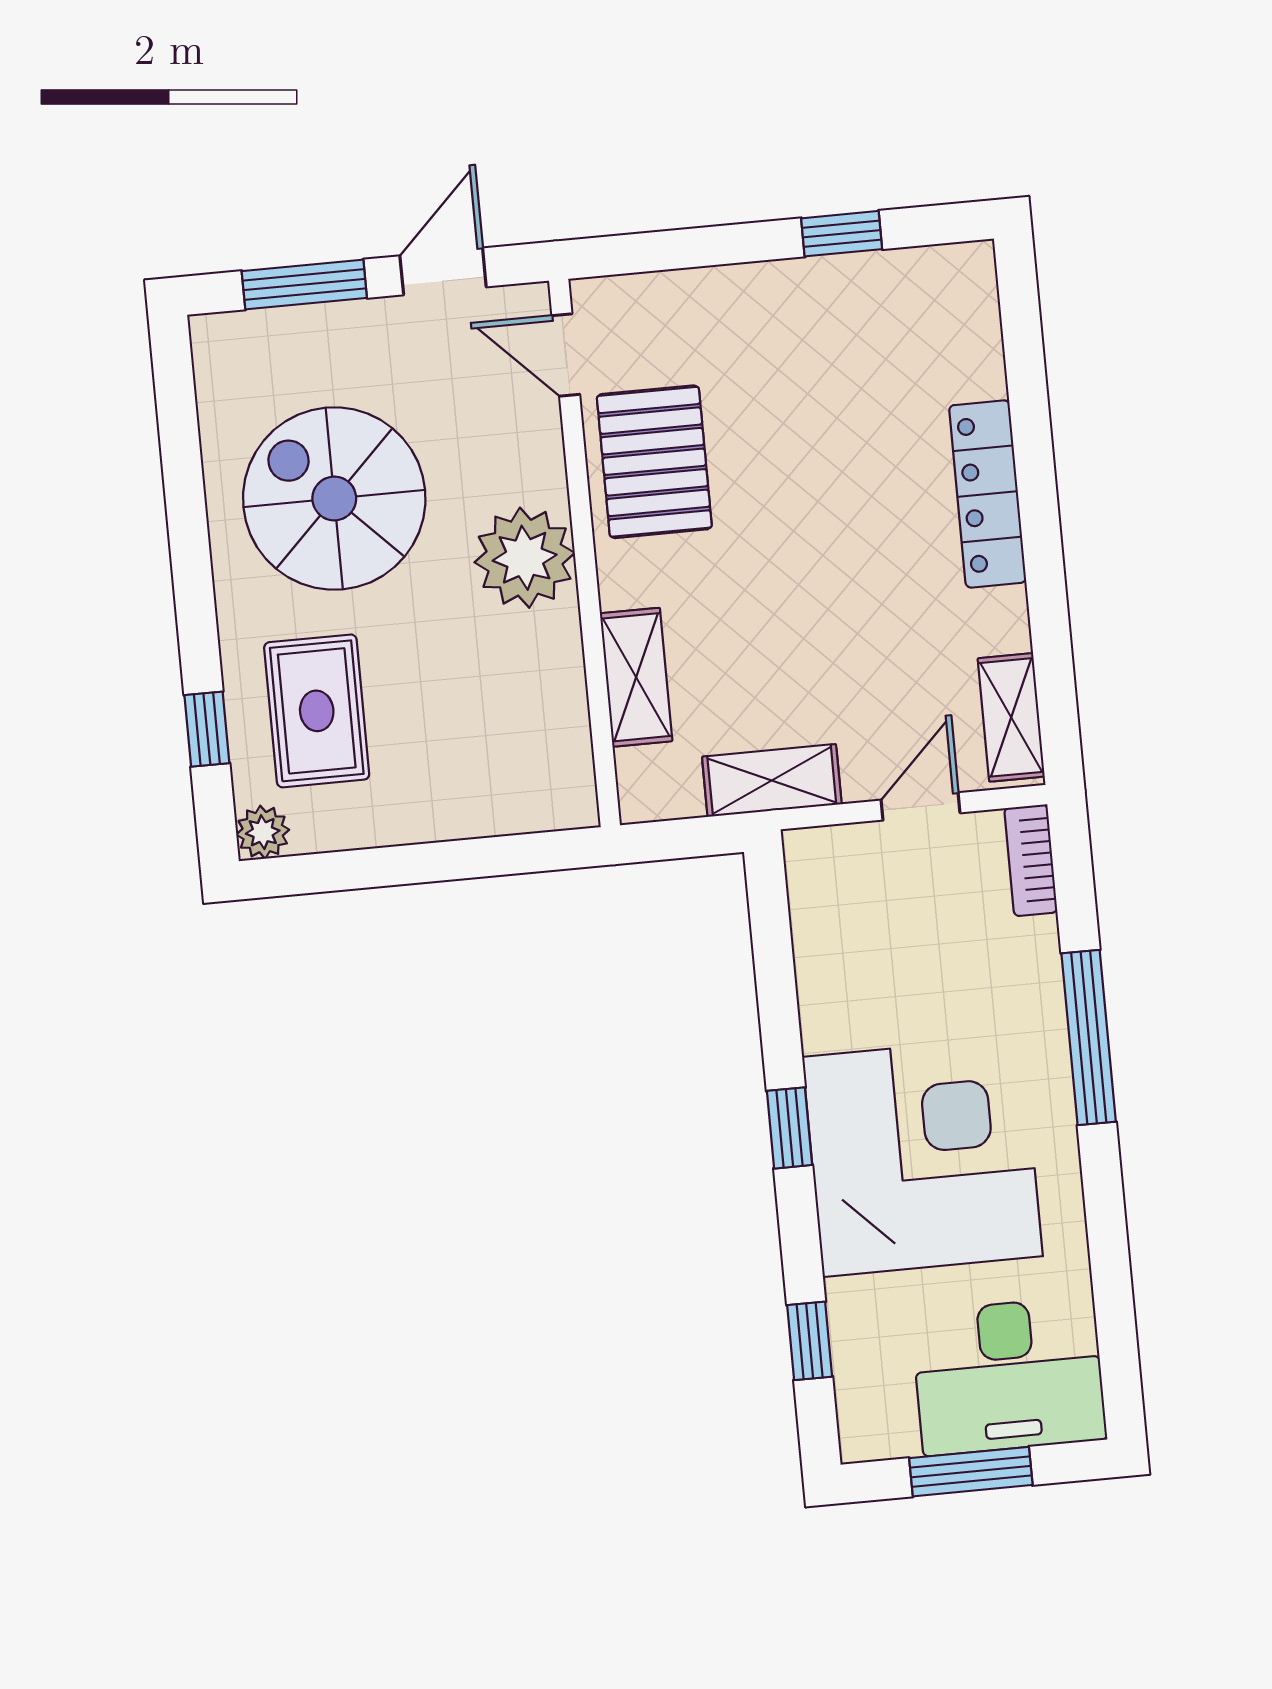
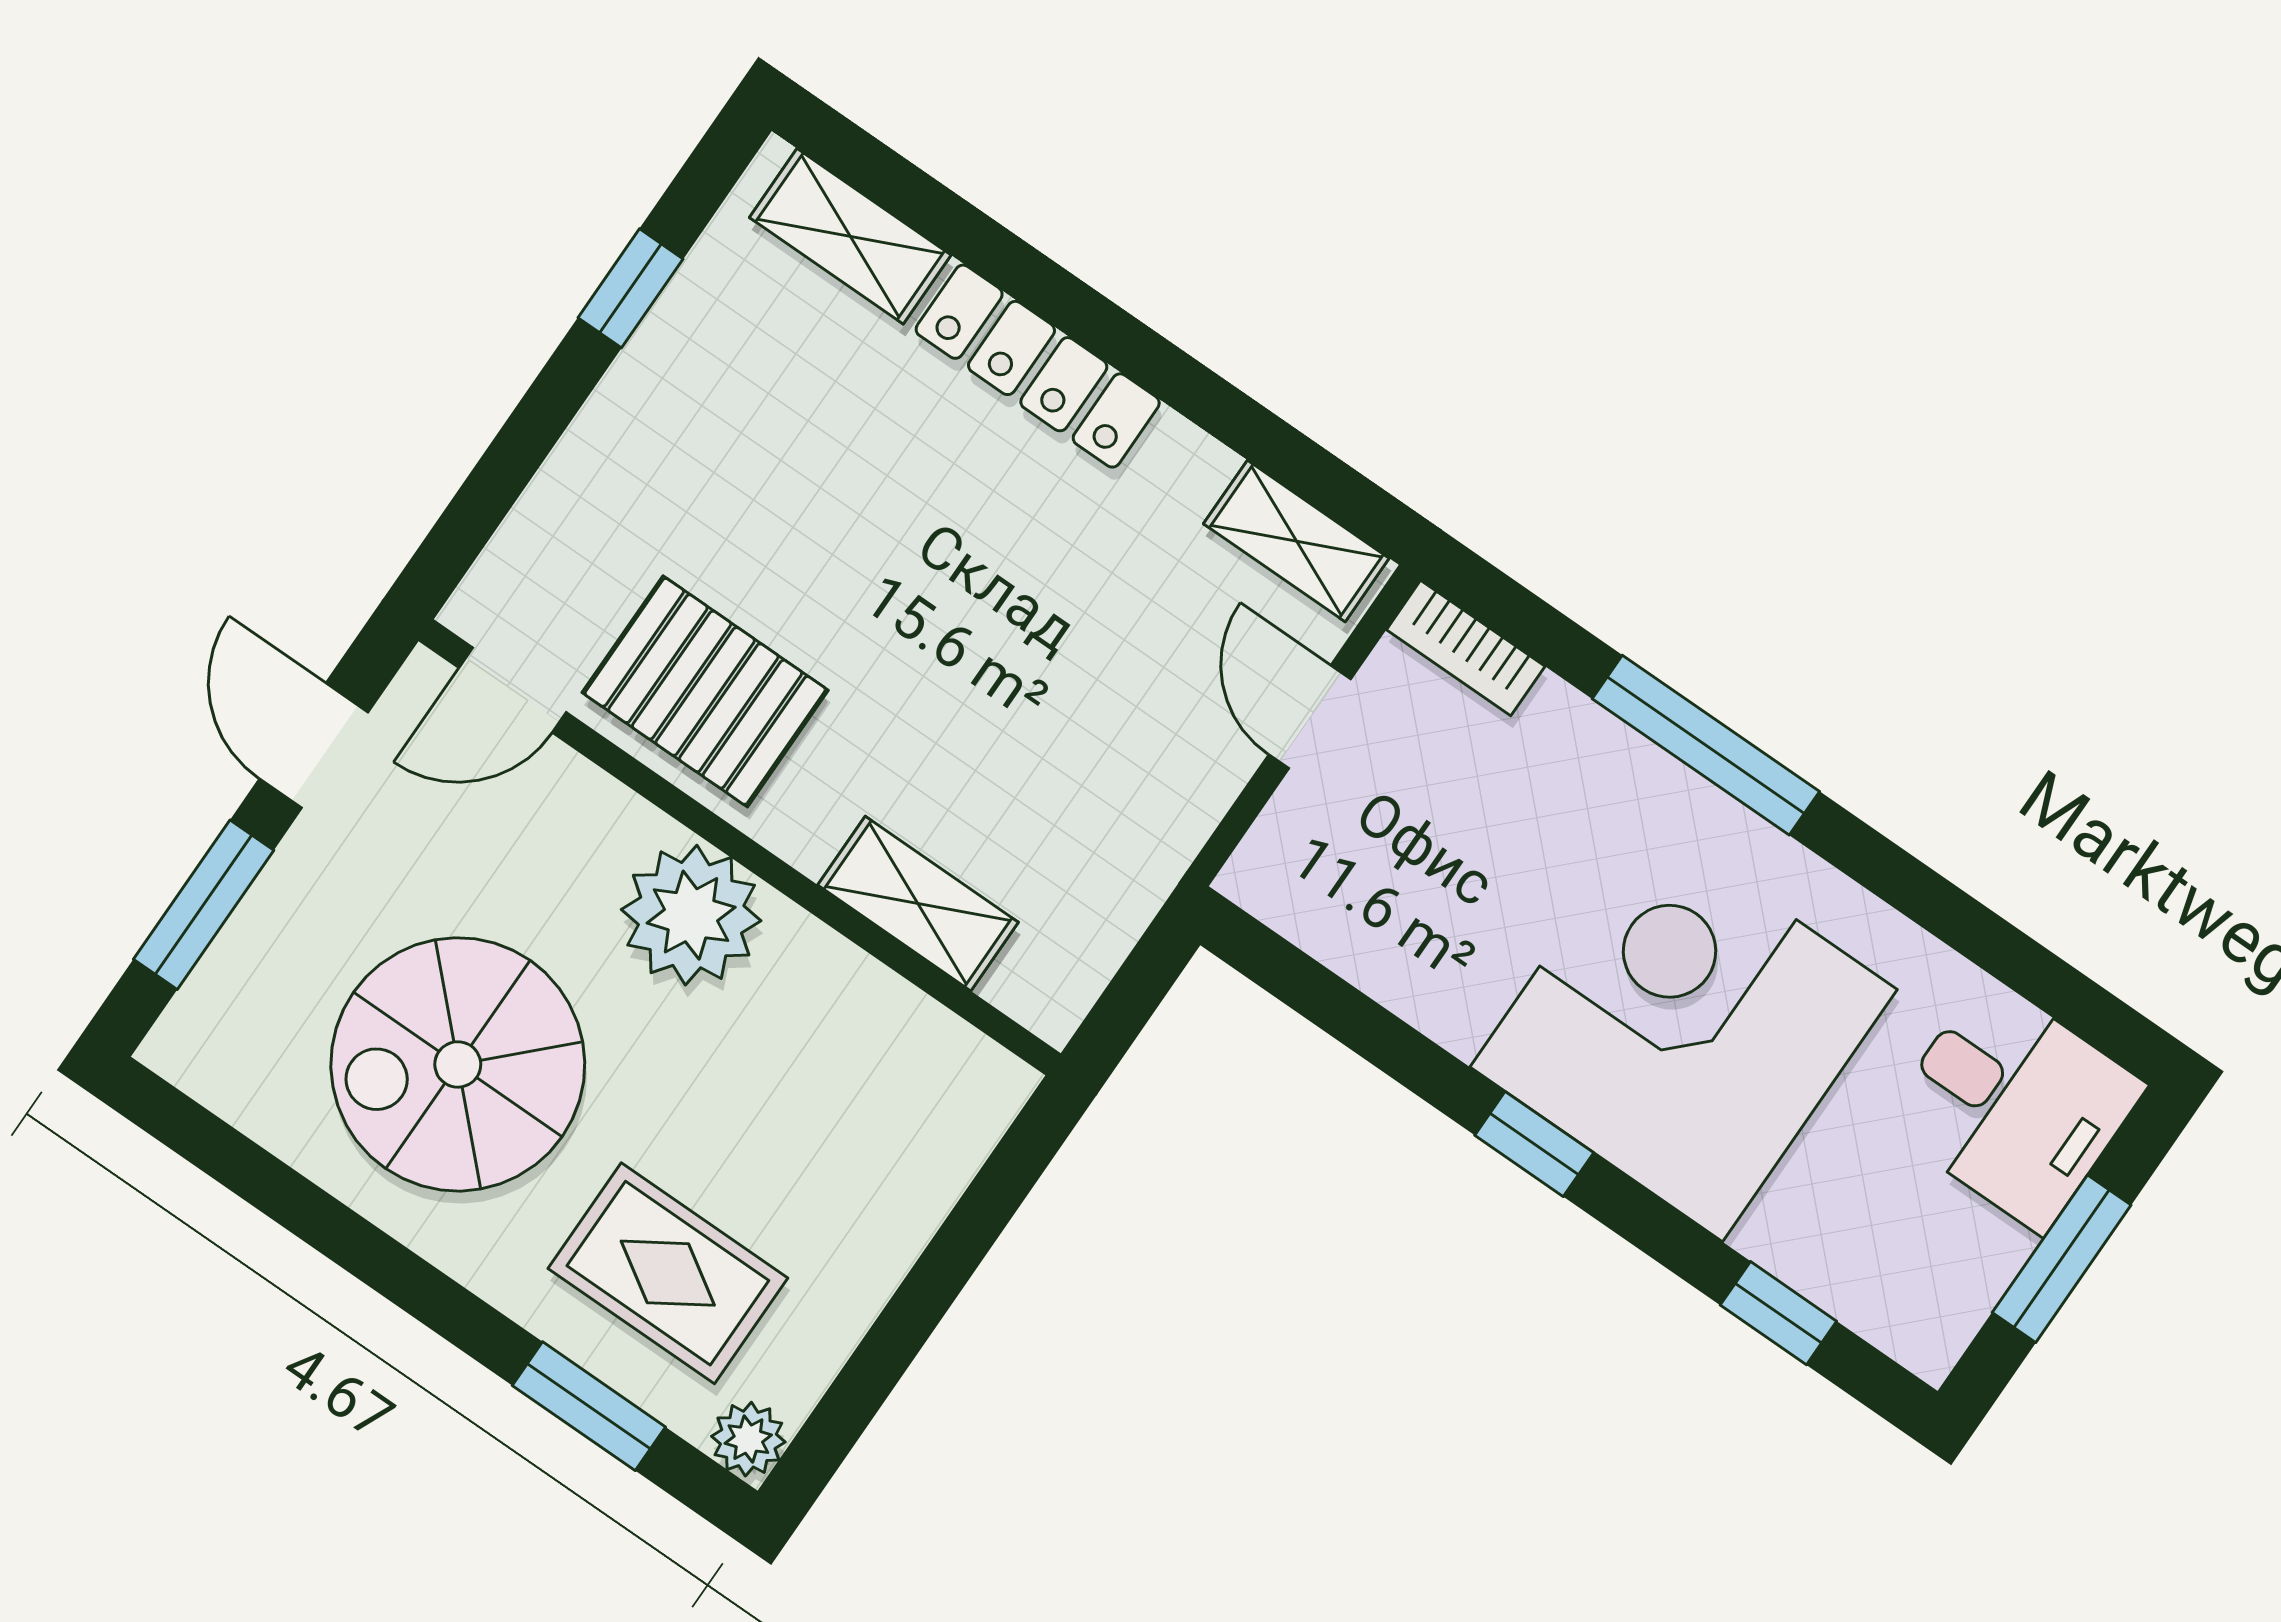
window: (207, 729) -> (589, 1406), width x1.50
shelving: (772, 780) -> (850, 236), moved, turned 90
desk: (1009, 1376) -> (2014, 1104), width x0.73

